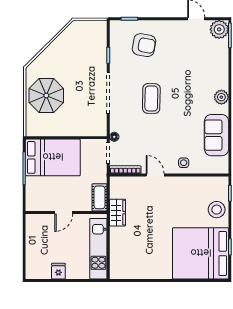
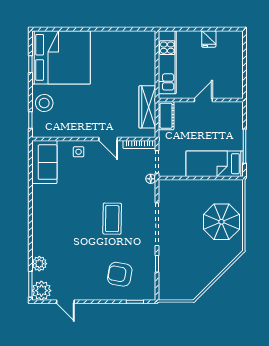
plant: (221, 97) -> (39, 264), moved
sofa: (217, 135) -> (44, 162), moved
bed: (53, 157) -> (215, 164), width x0.67
wardrobe: (118, 213) -> (147, 107), width x1.50

